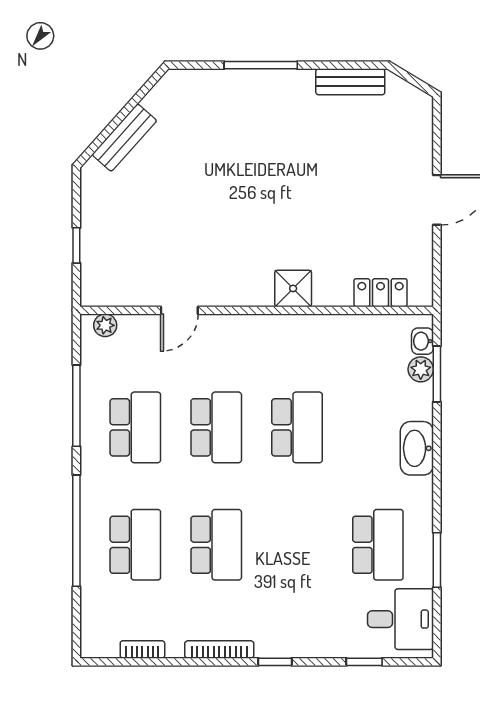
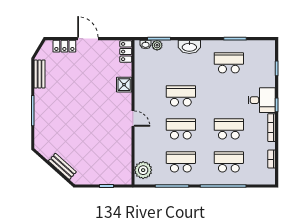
locker: (418, 143) -> (64, 46), added
shower: (293, 288) -> (124, 85), moved
locker: (380, 293) -> (126, 52), moved
door: (179, 310) -> (133, 119), moved
plant: (105, 325) -> (143, 170), width x1.87, depth x1.87
desk: (400, 619) -> (262, 100), moved, turned 90

